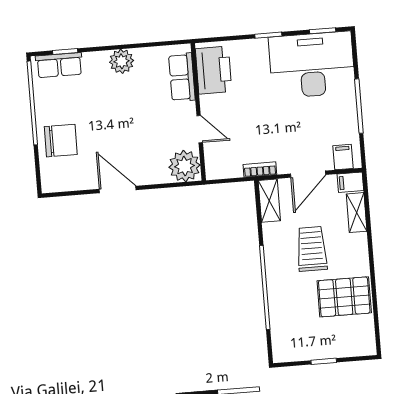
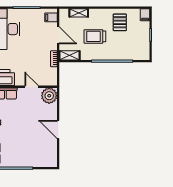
door: (200, 129) -> (32, 87), hinge flipped
chair: (61, 141) -> (32, 156), removed
filing cabinet: (350, 182) -> (145, 15), moved
door: (118, 190) -> (58, 129), hinge flipped
pallet: (344, 297) -> (120, 22), width x0.67, depth x0.71

